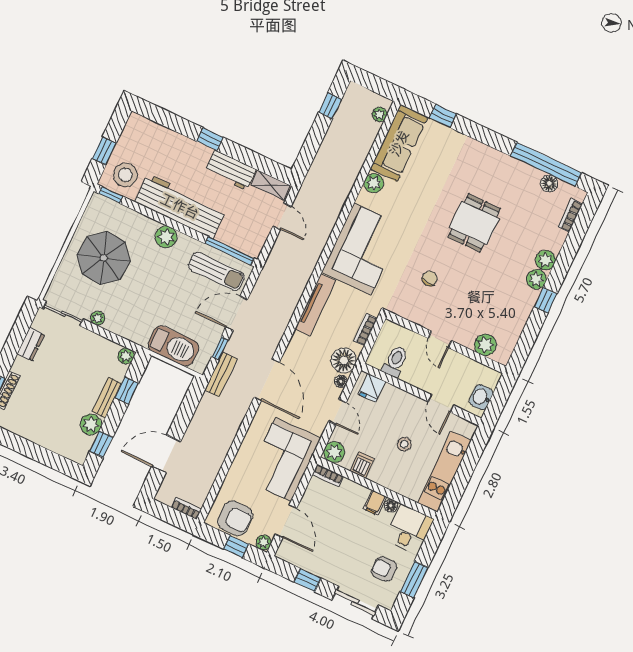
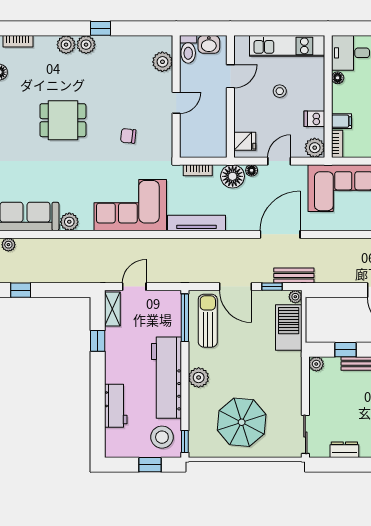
window: (210, 139) -> (98, 341), moved
workbench: (231, 170) -> (116, 406), moved
plant: (98, 318) -> (295, 297), moved
toilet: (395, 361) -> (188, 49), moved, turned -90
filing cabinet: (375, 503) -> (342, 121), moved

